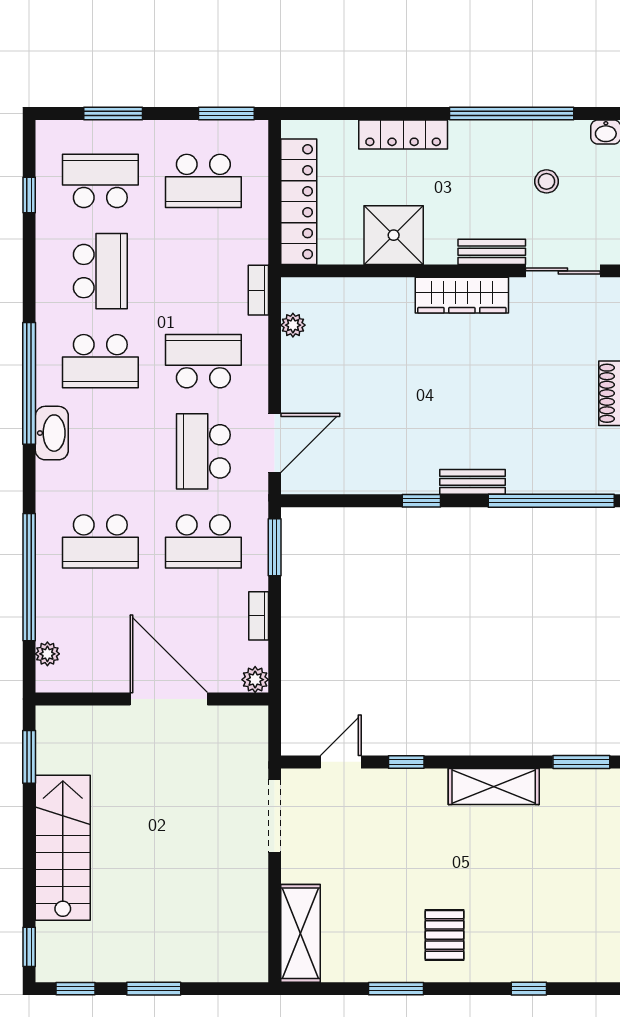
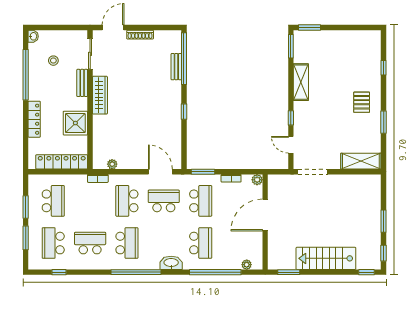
window: (226, 114) -> (26, 207), moved
washbasin: (52, 433) -> (171, 263), moved
school desk: (203, 451) -> (164, 201), turned 180
bench: (473, 482) -> (176, 67), moved
pallet: (445, 935) -> (362, 102), turned 90

